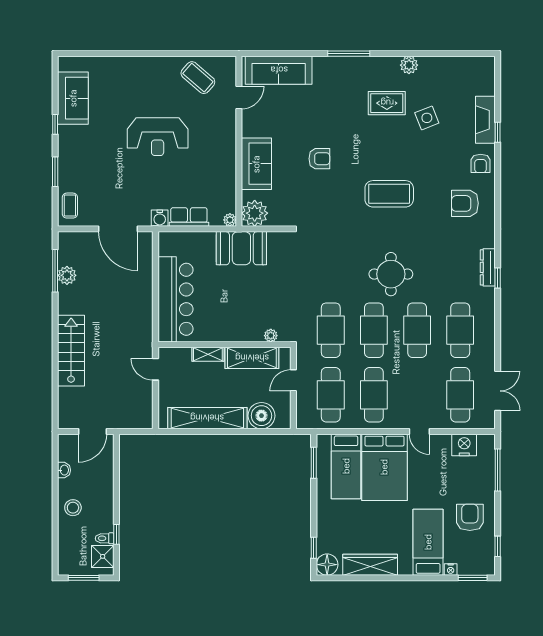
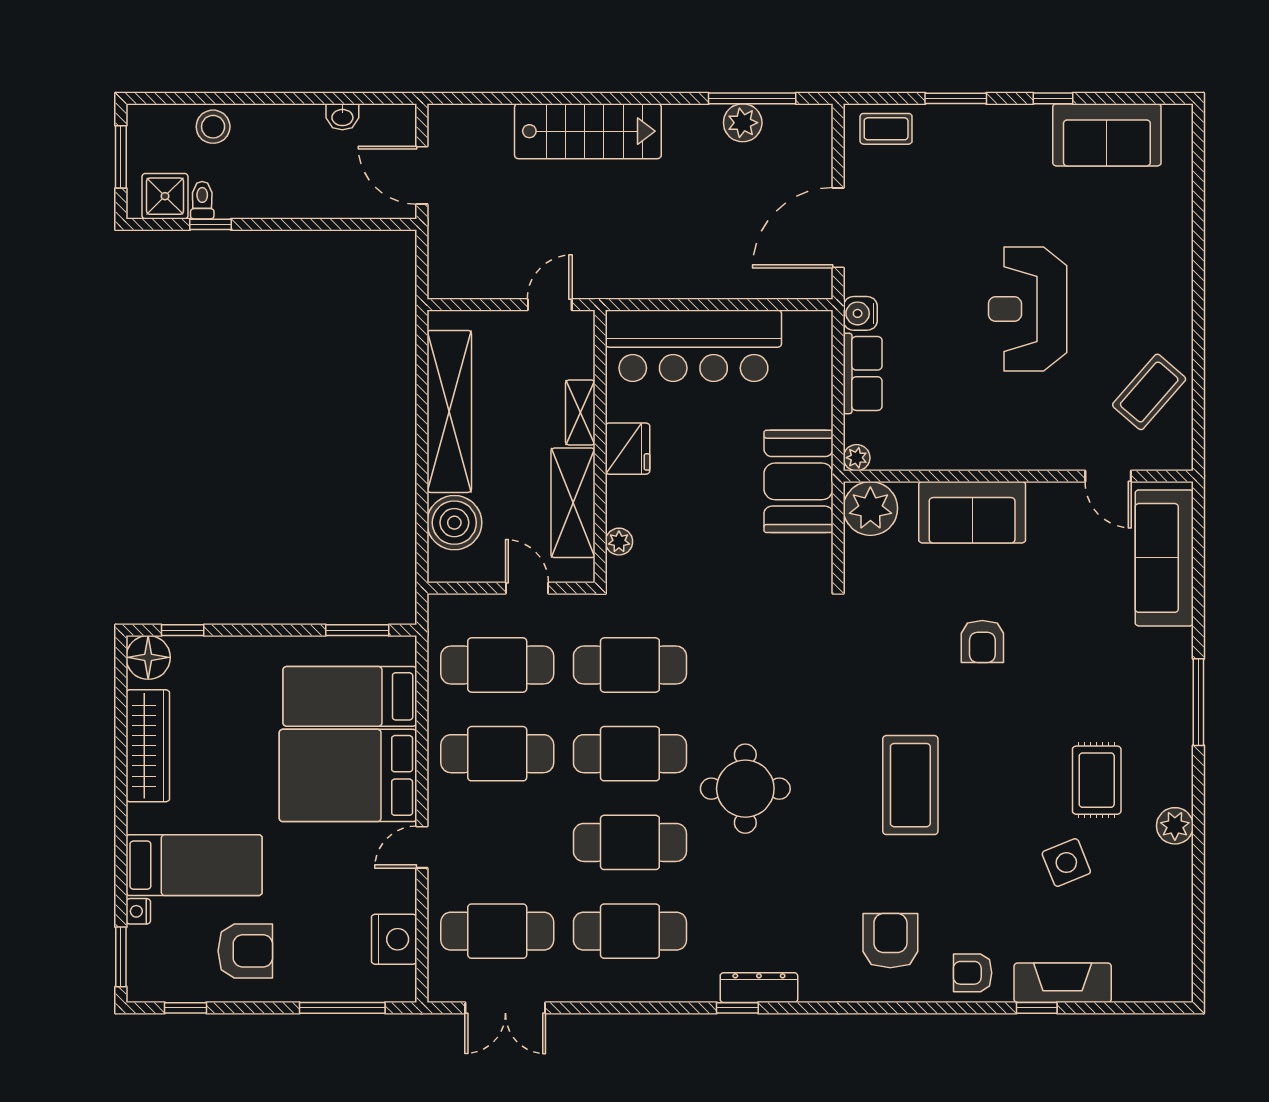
fridge: (225, 331) -> (628, 449), added
stool: (73, 508) -> (213, 127), moved

